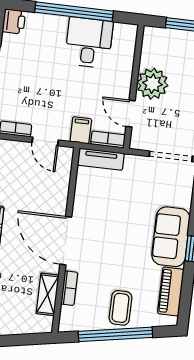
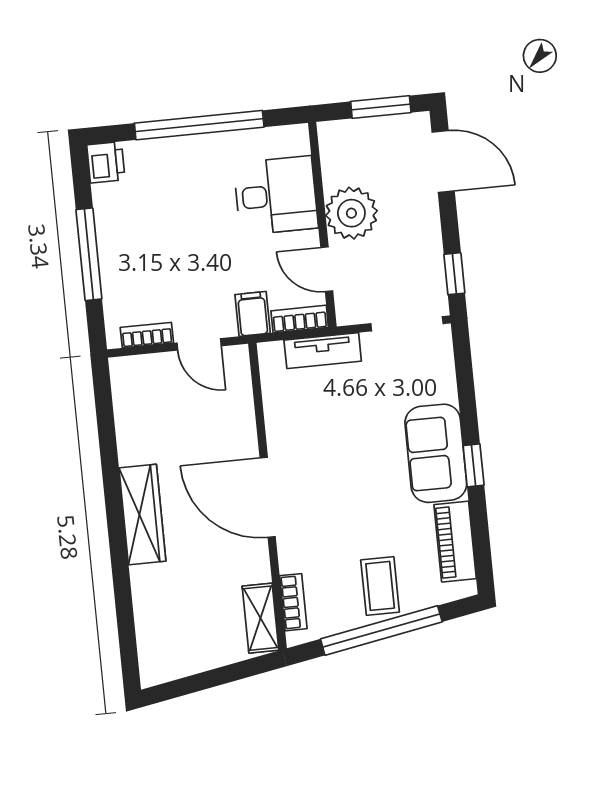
desk: (89, 43) -> (276, 195), moved, turned 90
tv unit: (101, 159) -> (323, 351), moved
bookcase: (69, 288) -> (293, 602), moved
shelving: (48, 294) -> (260, 618), moved

